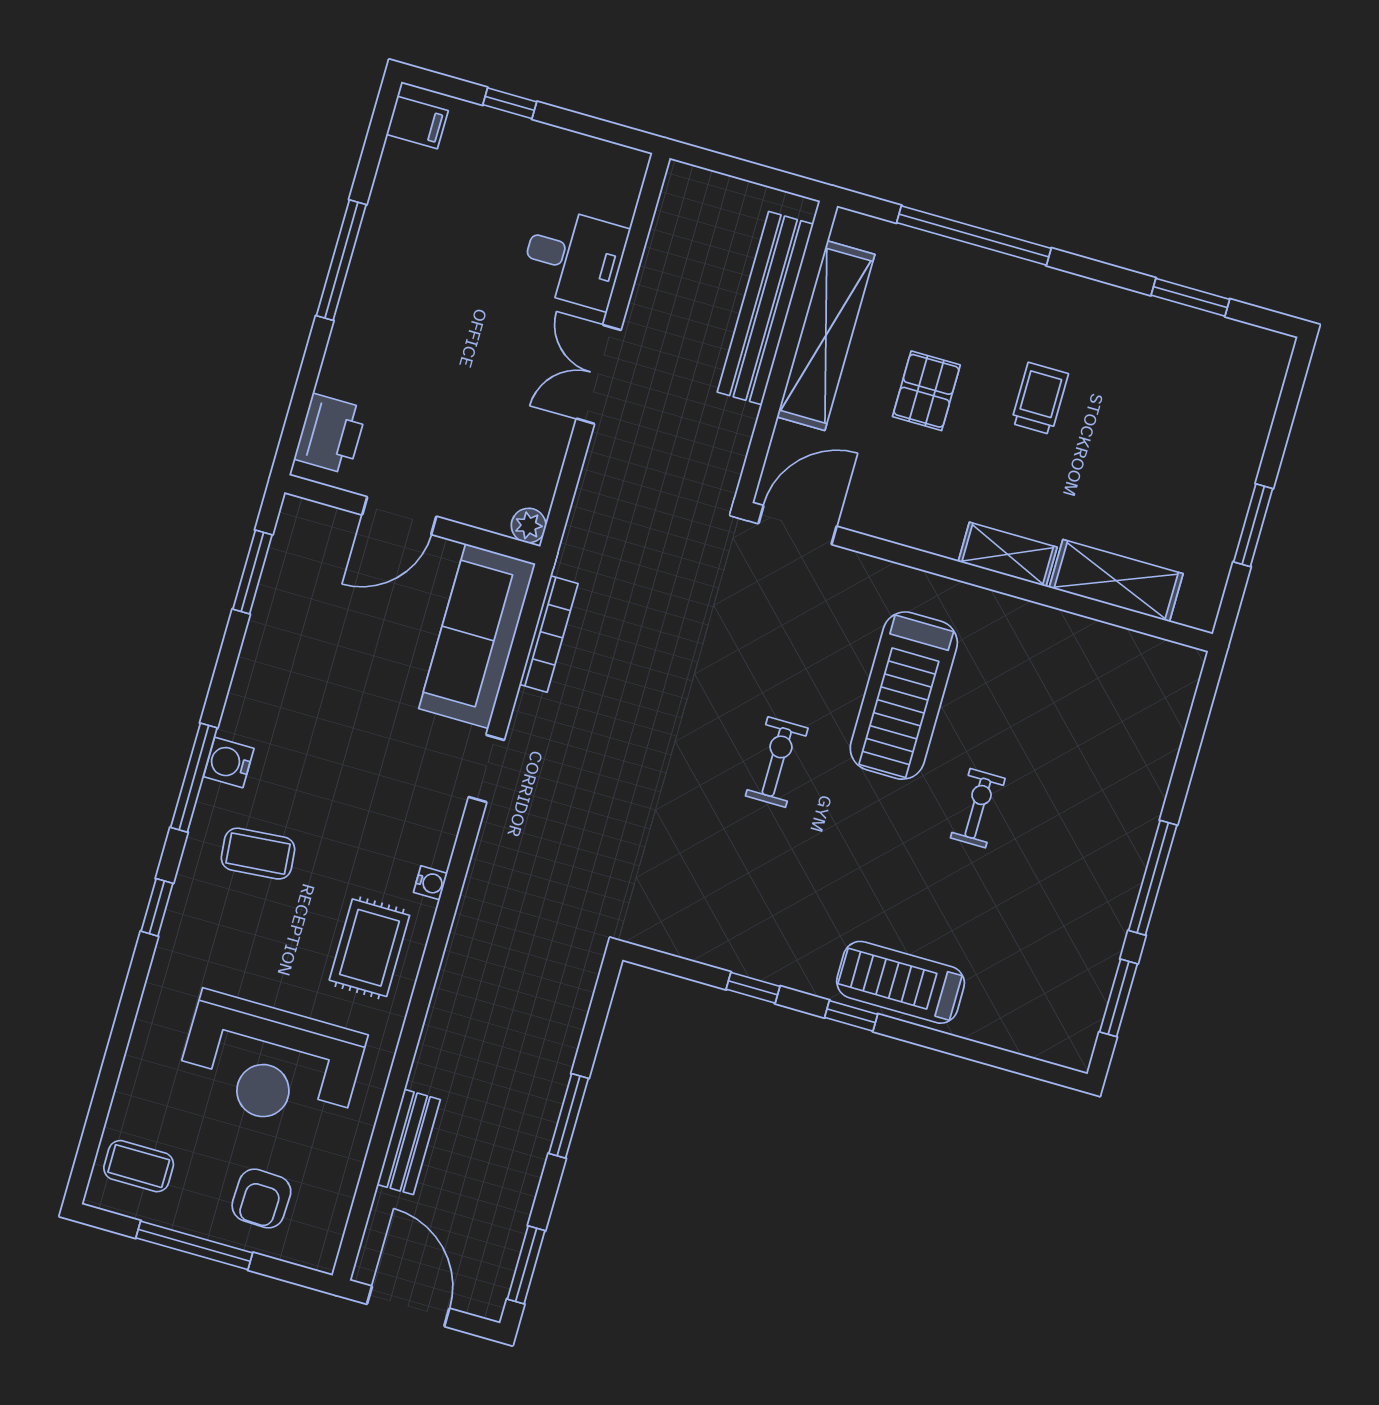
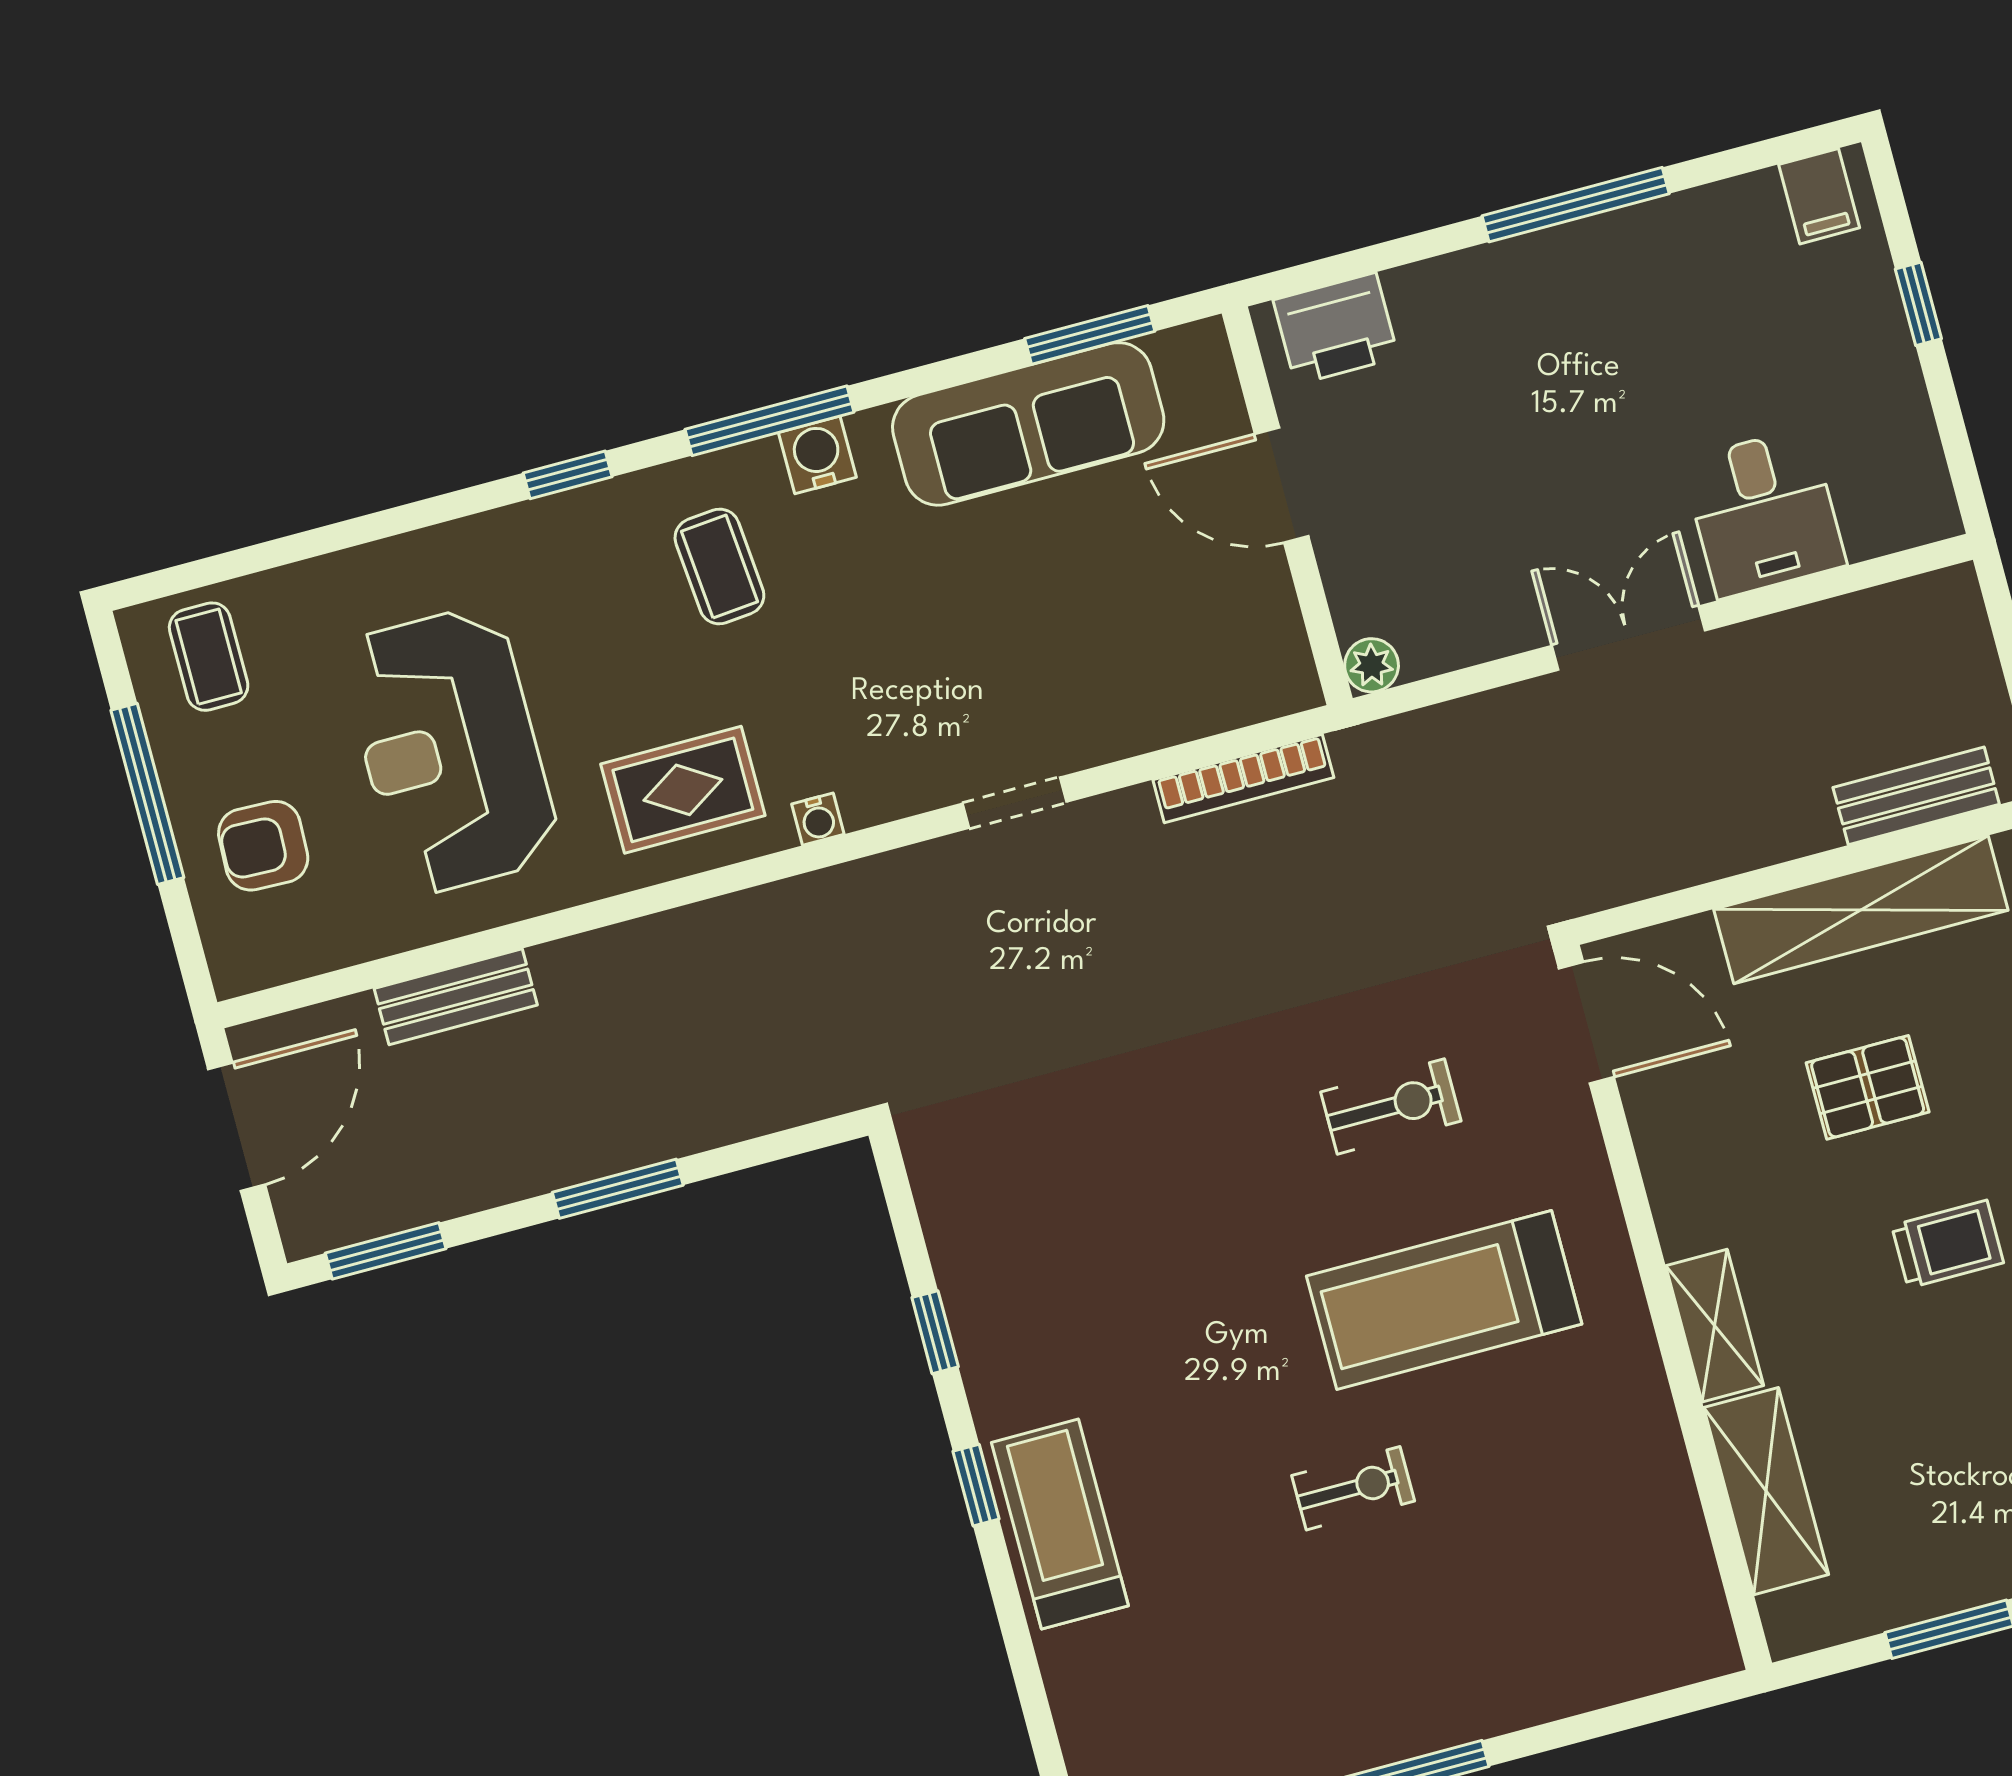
bench: (765, 308) -> (1916, 796), width x0.54, depth x0.82
sofa: (477, 636) -> (1028, 424), moved, turned 180
exercise bike: (777, 762) -> (1391, 1107), moved

